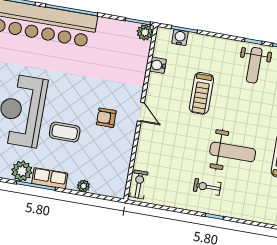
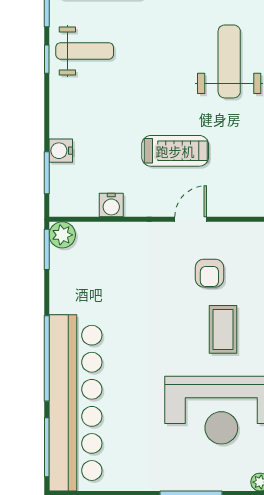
water cooler: (180, 37) -> (61, 151), moved
treadmill: (201, 93) -> (175, 151), moved
coffee table: (65, 132) -> (223, 329), moved

